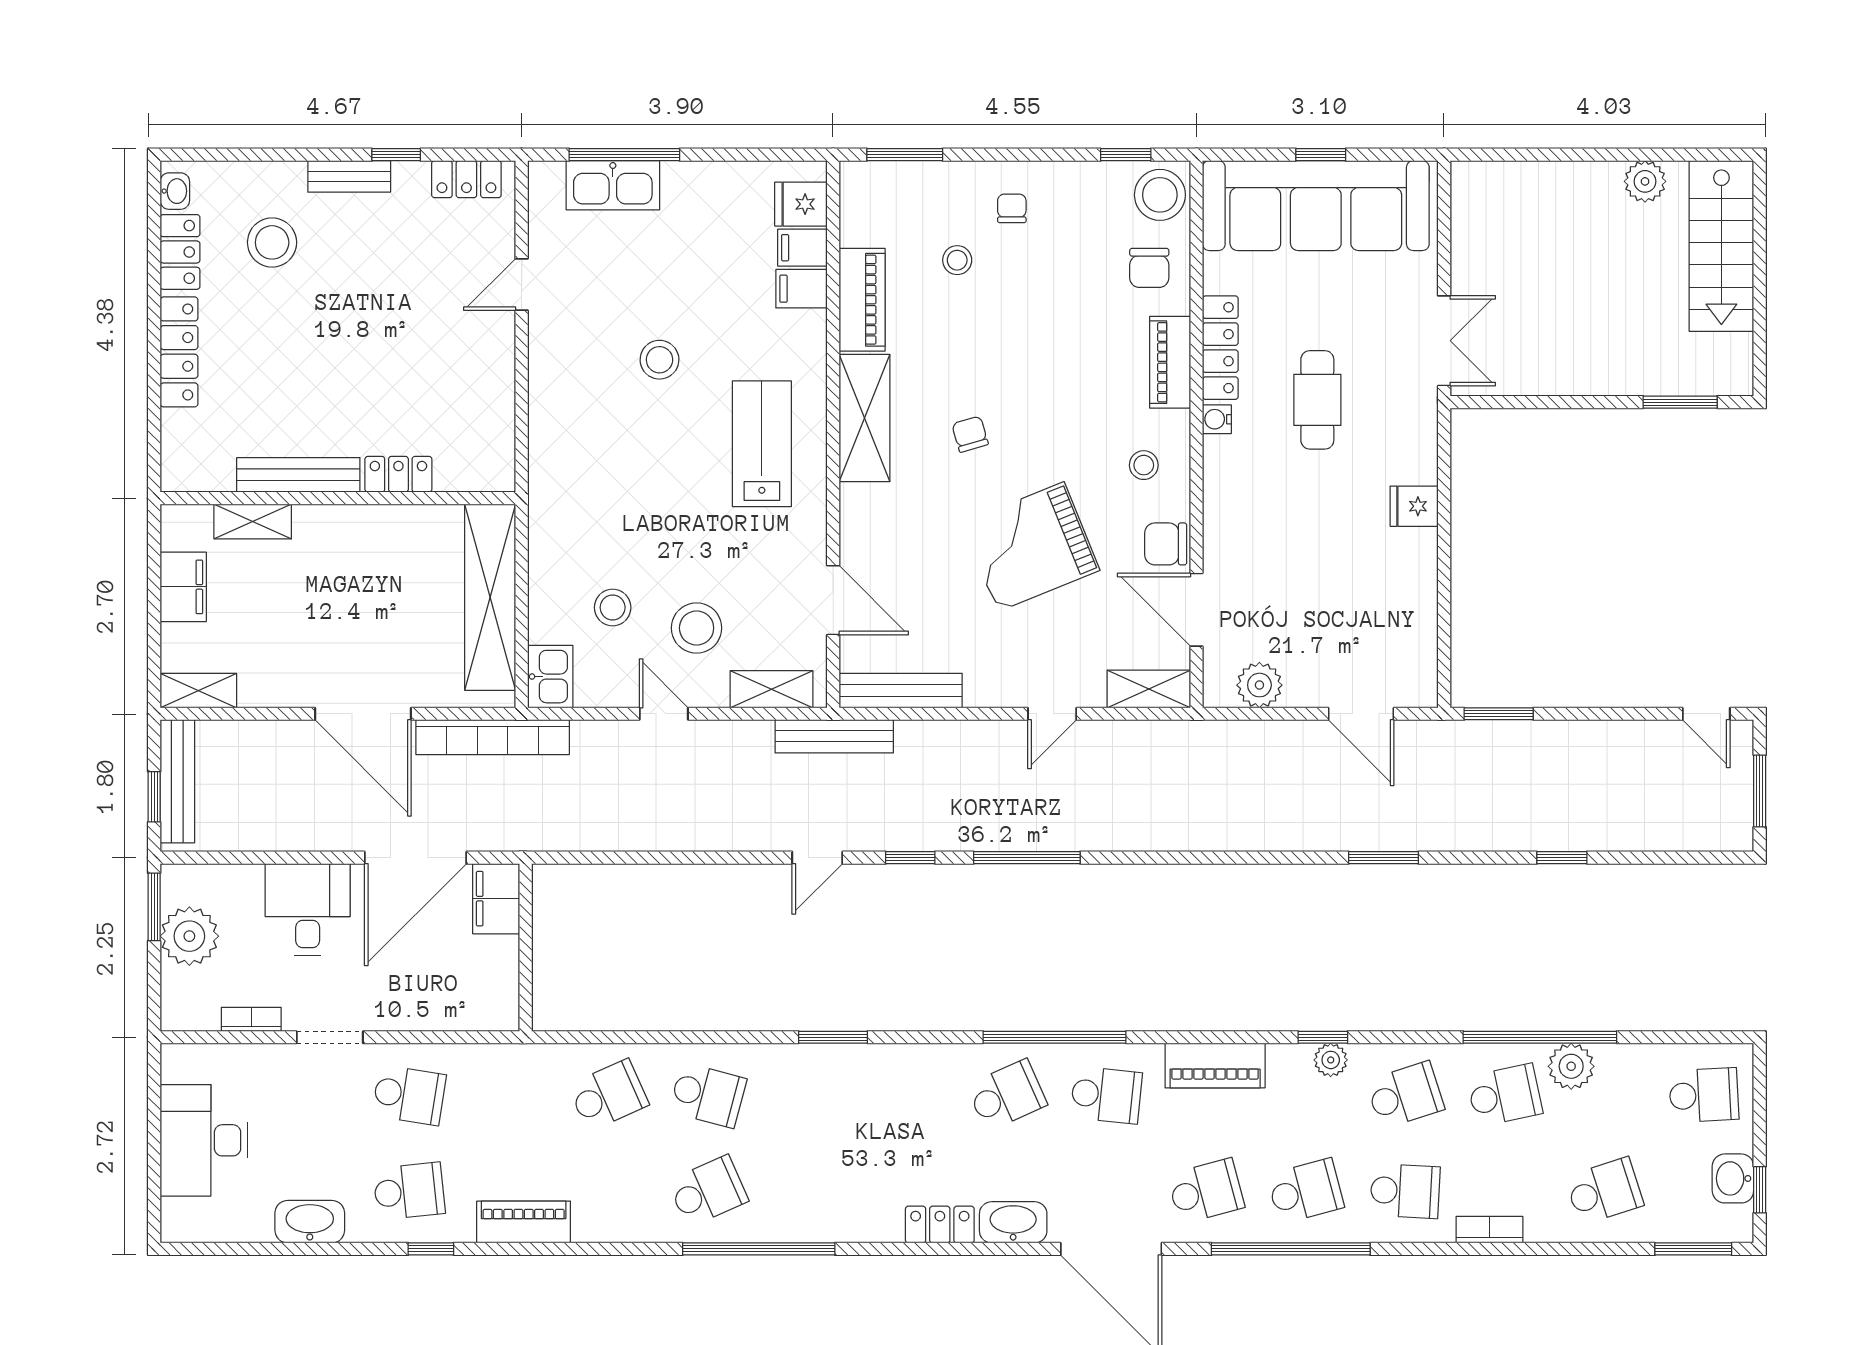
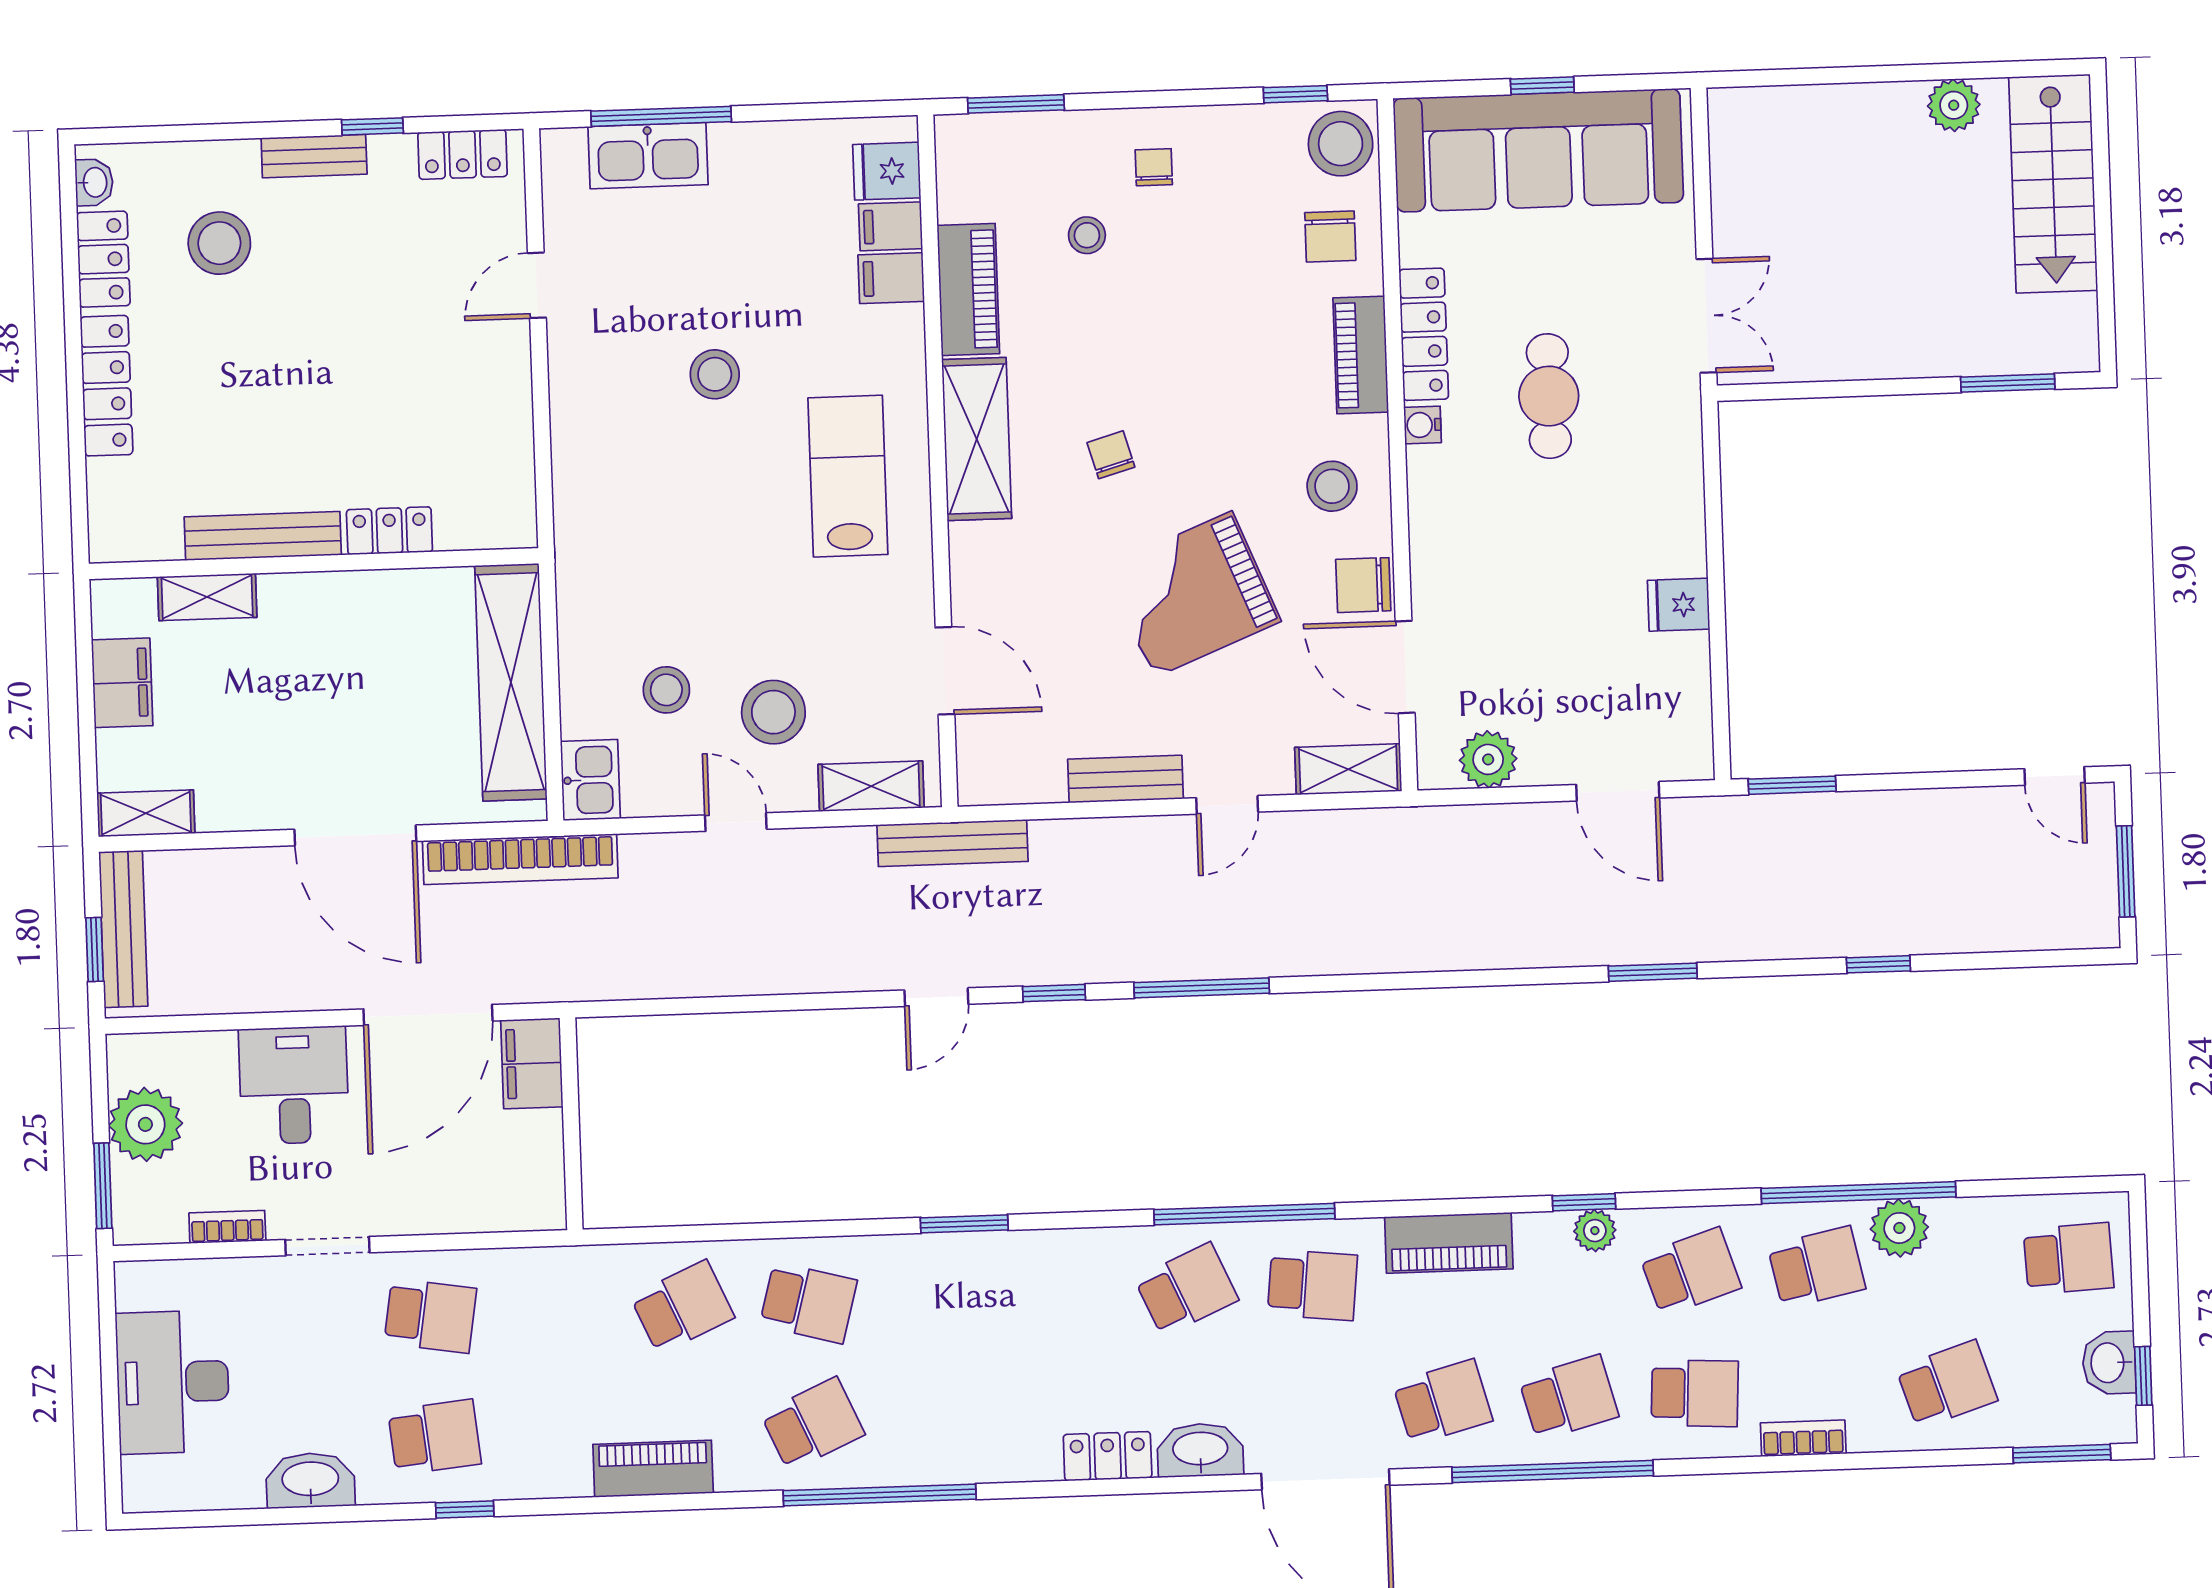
stool: (1144, 465) -> (1332, 486), width x1.37, depth x1.37
fridge: (1414, 506) -> (1679, 605), moved
bench: (901, 691) -> (1126, 779), moved, width x0.73
window: (154, 907) -> (103, 1186), moved
piano: (524, 1222) -> (653, 1469), moved

